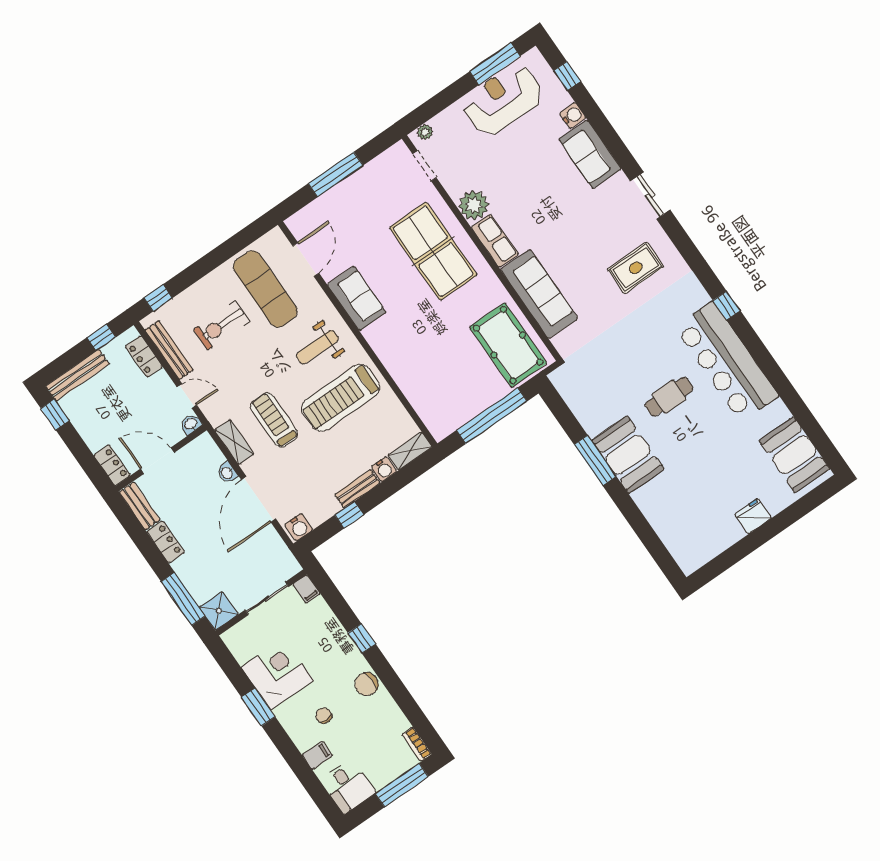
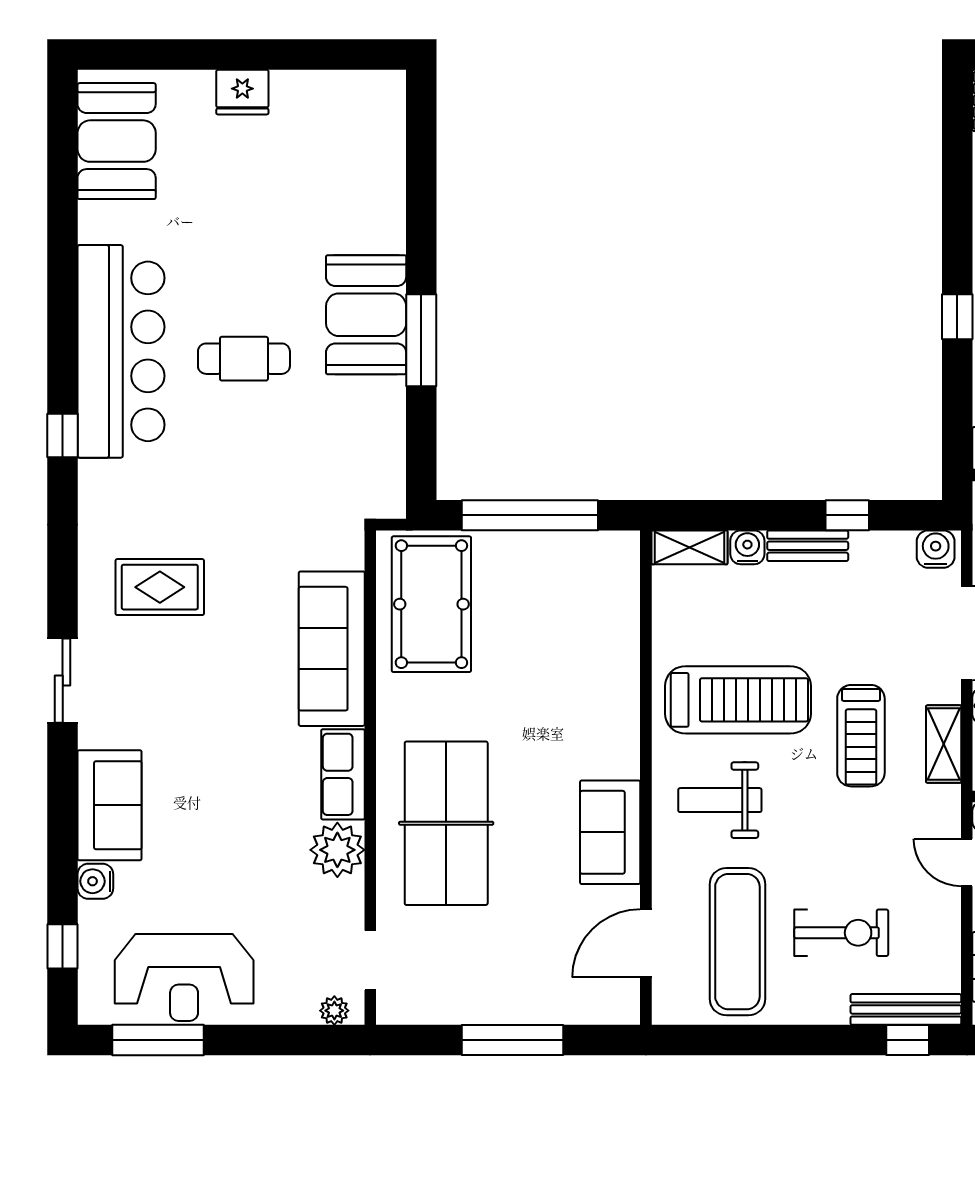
weight bench: (317, 347) -> (720, 800), turned 180
bench: (169, 350) -> (906, 1009), moved, turned 90

